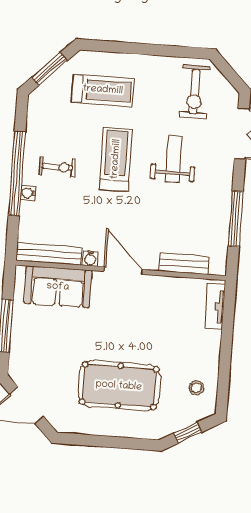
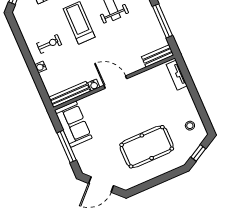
window: (17, 173) -> (29, 59), removed
bench: (184, 264) -> (158, 56), moved
sofa: (58, 287) -> (73, 124), moved, turned -90

